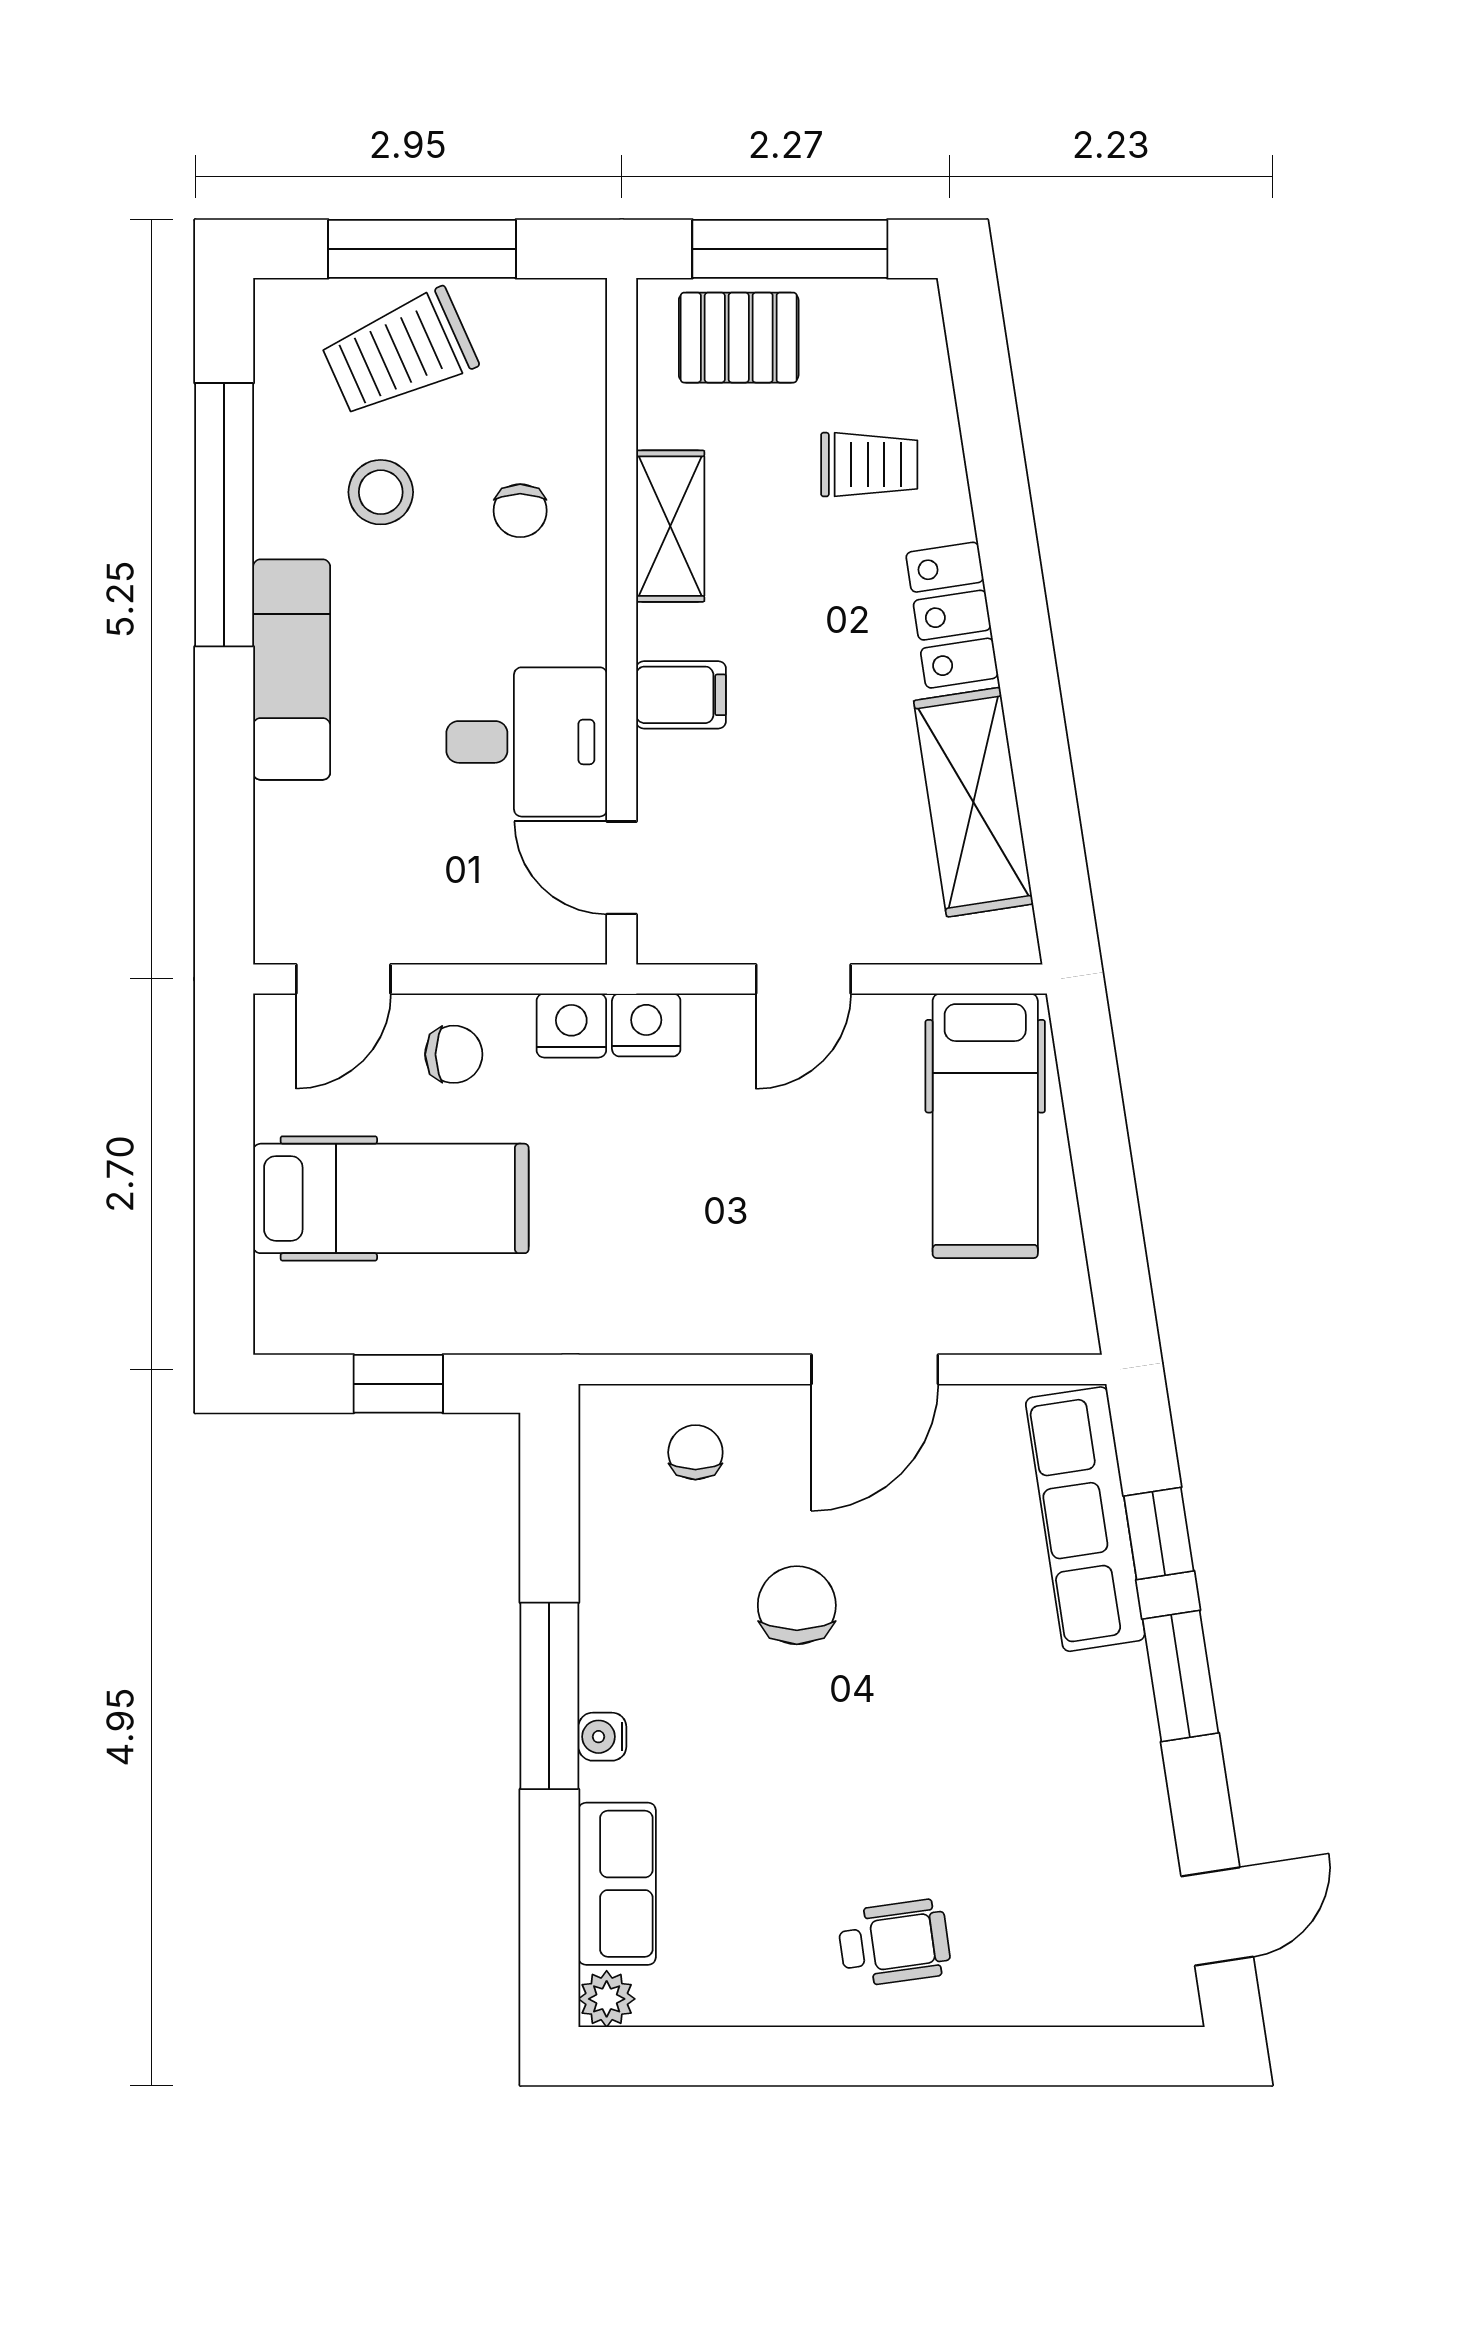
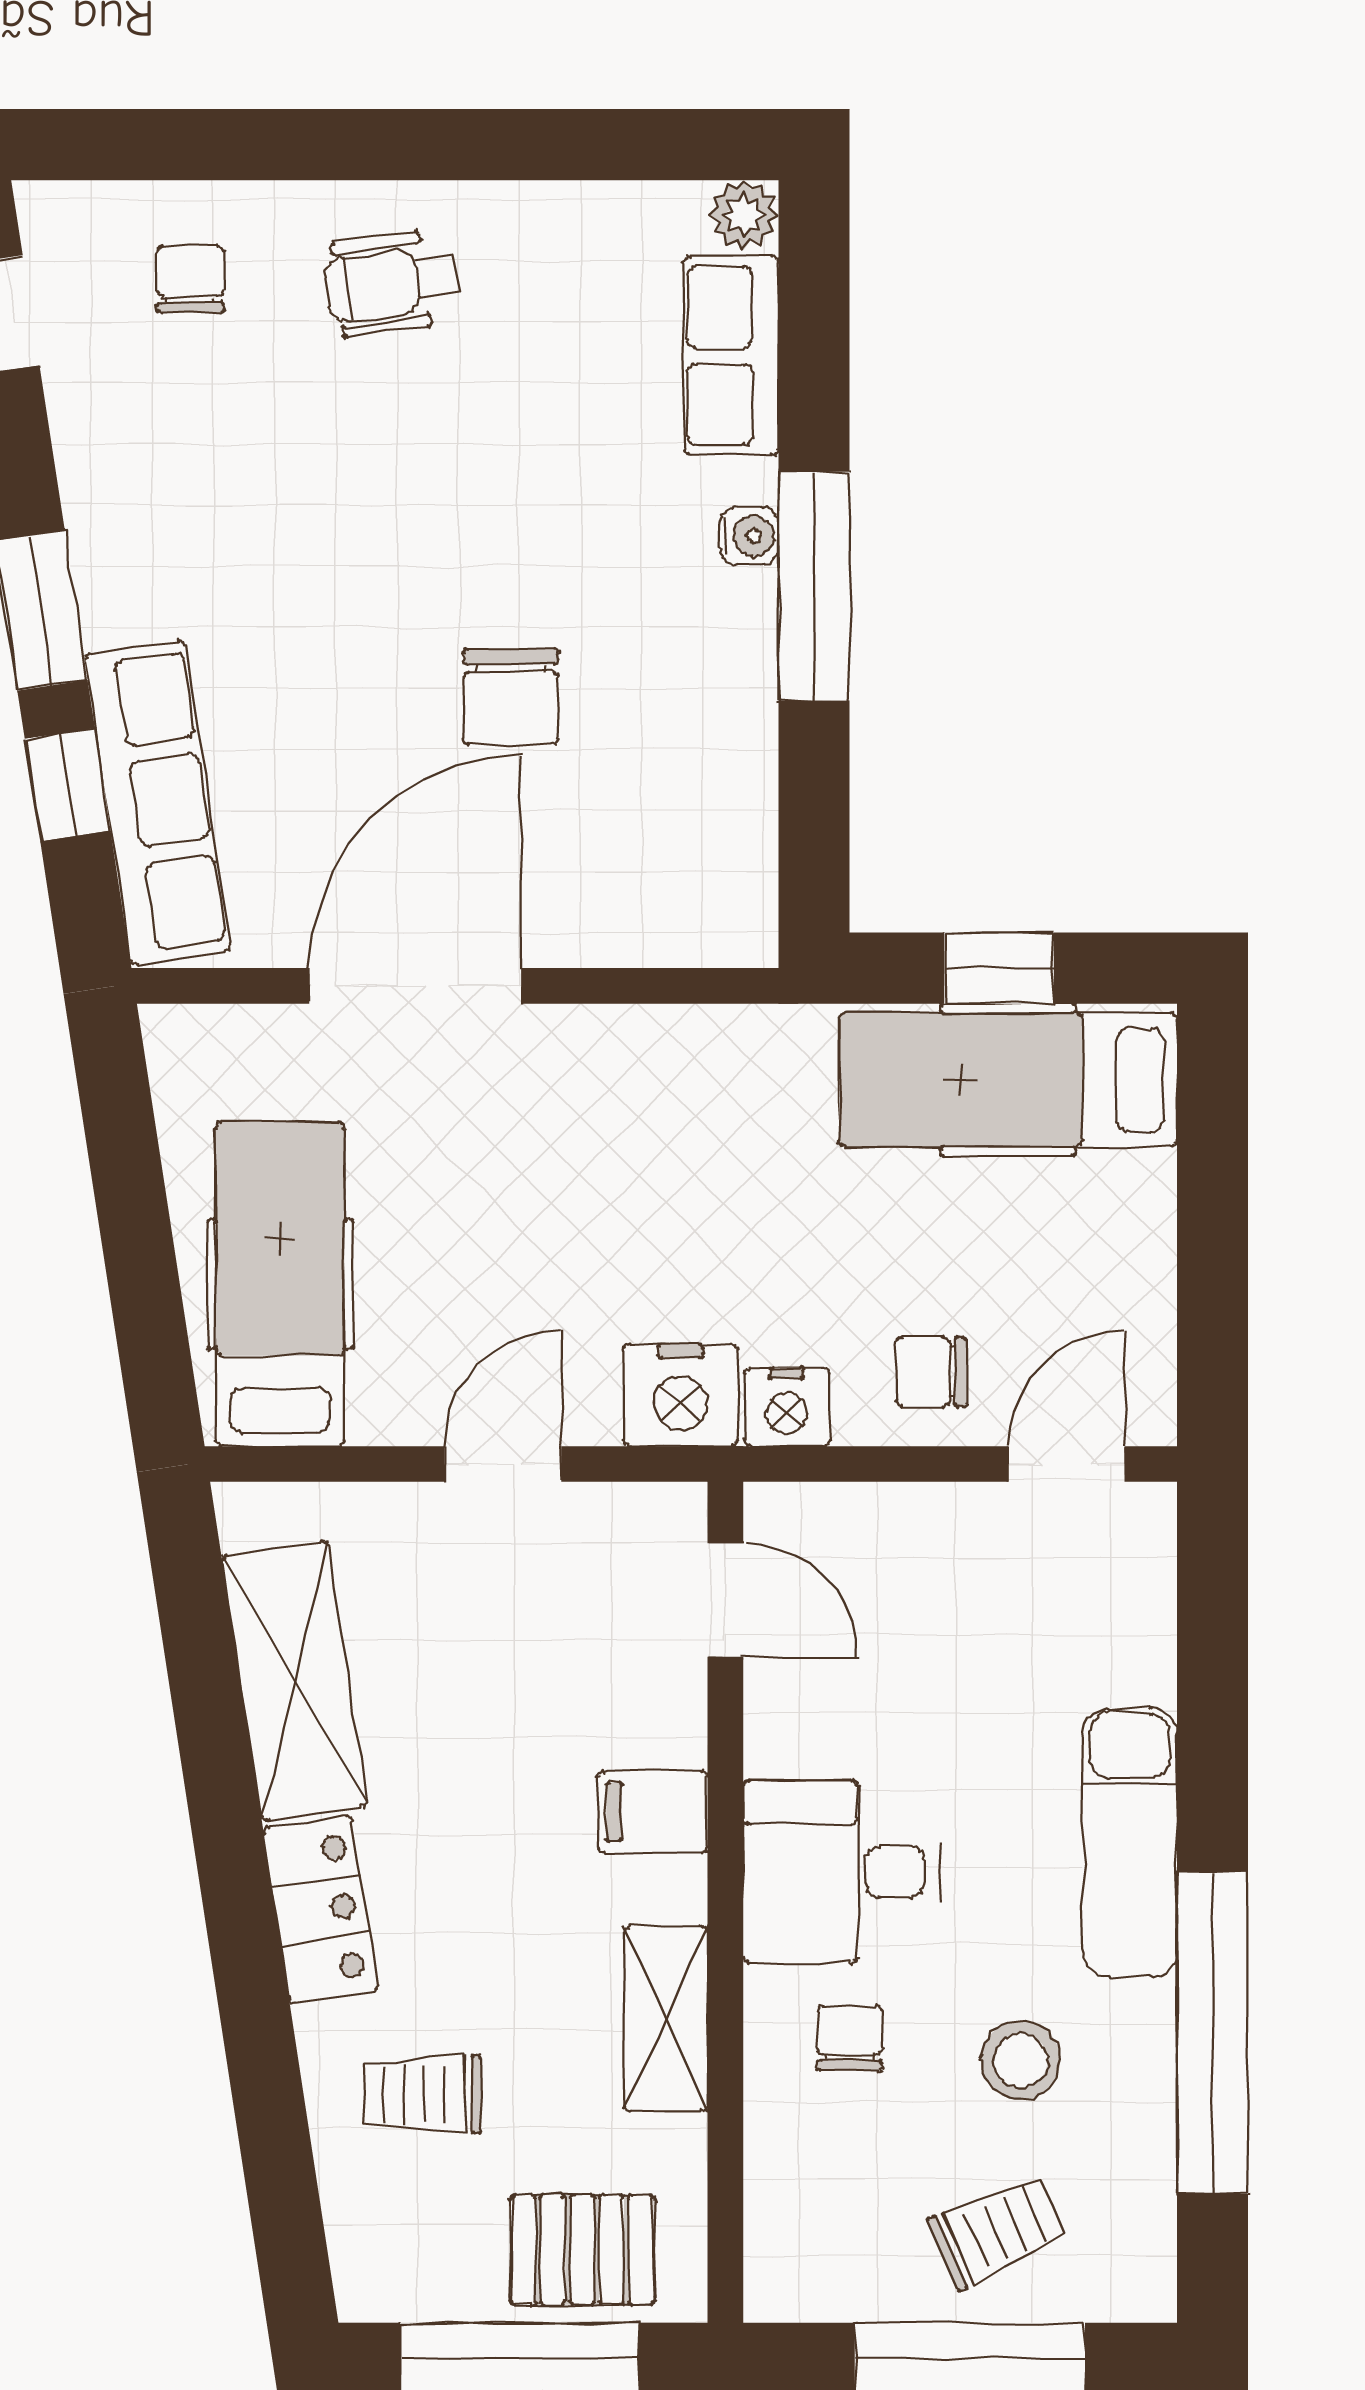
trolley: (400, 353) -> (998, 2231), width x0.73, depth x0.72
desk: (527, 742) -> (842, 1872), moved
nightstand: (646, 1025) -> (680, 1395), width x1.36, depth x1.33
hospital bed: (391, 1198) -> (1008, 1080), moved
door: (875, 1369) -> (415, 986), width x1.36
chair: (695, 1452) -> (190, 279), moved, turned 180

